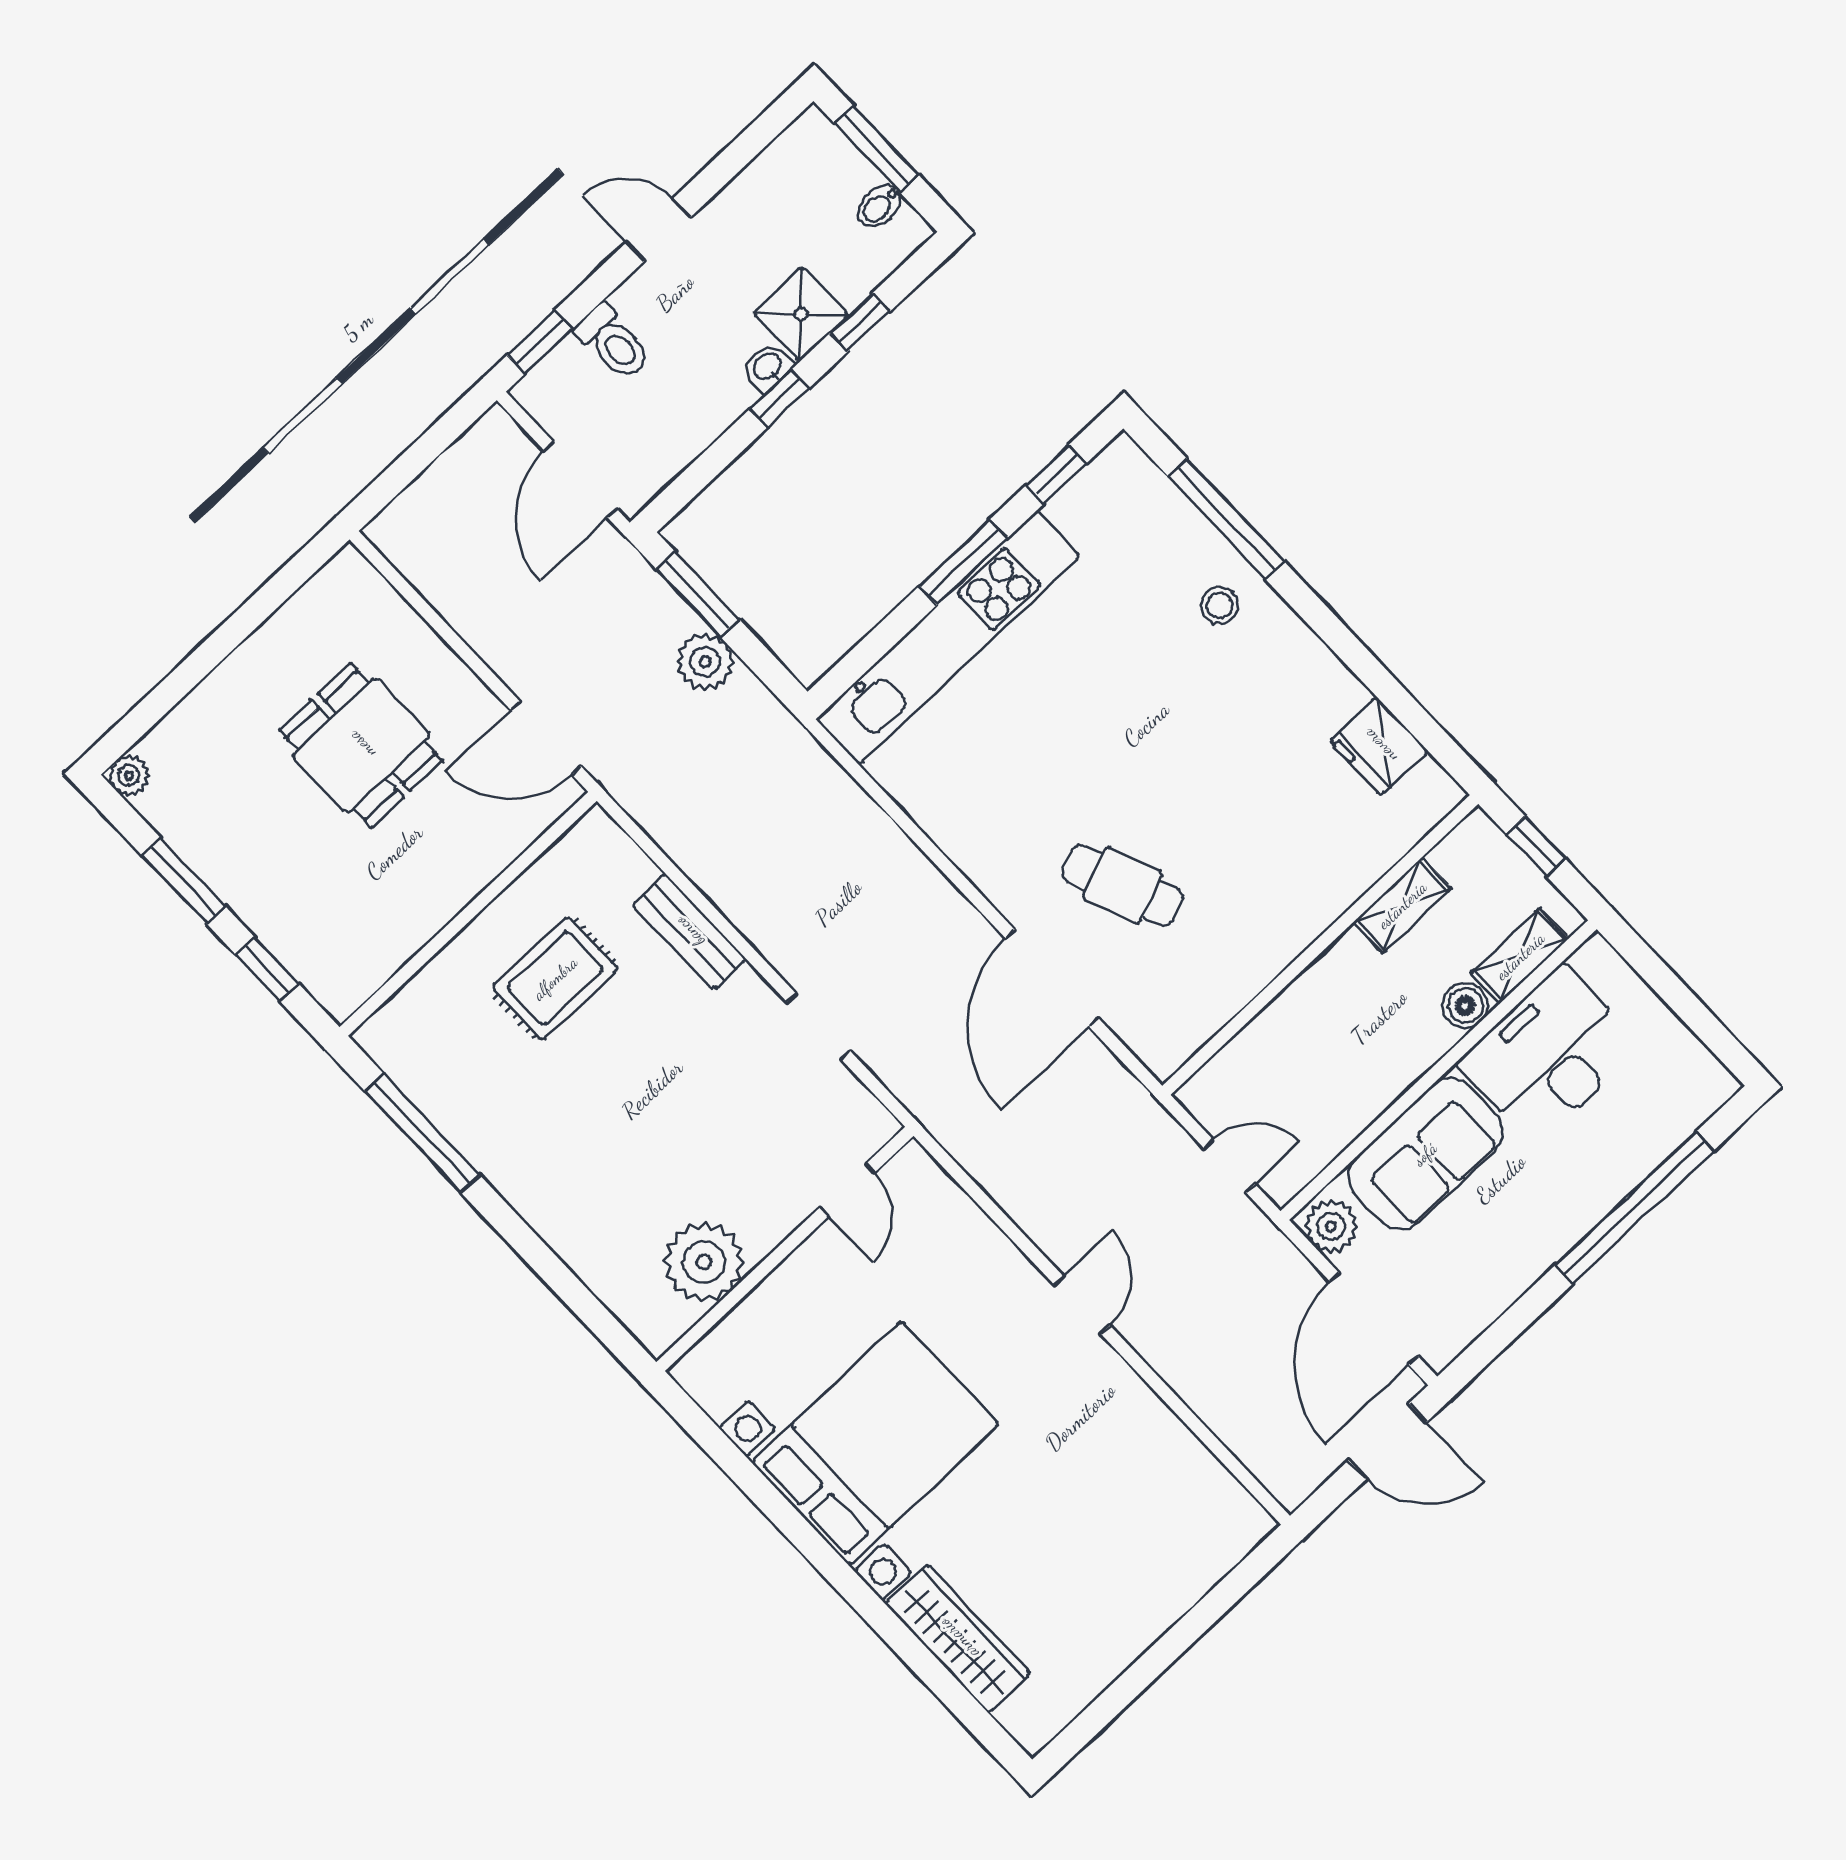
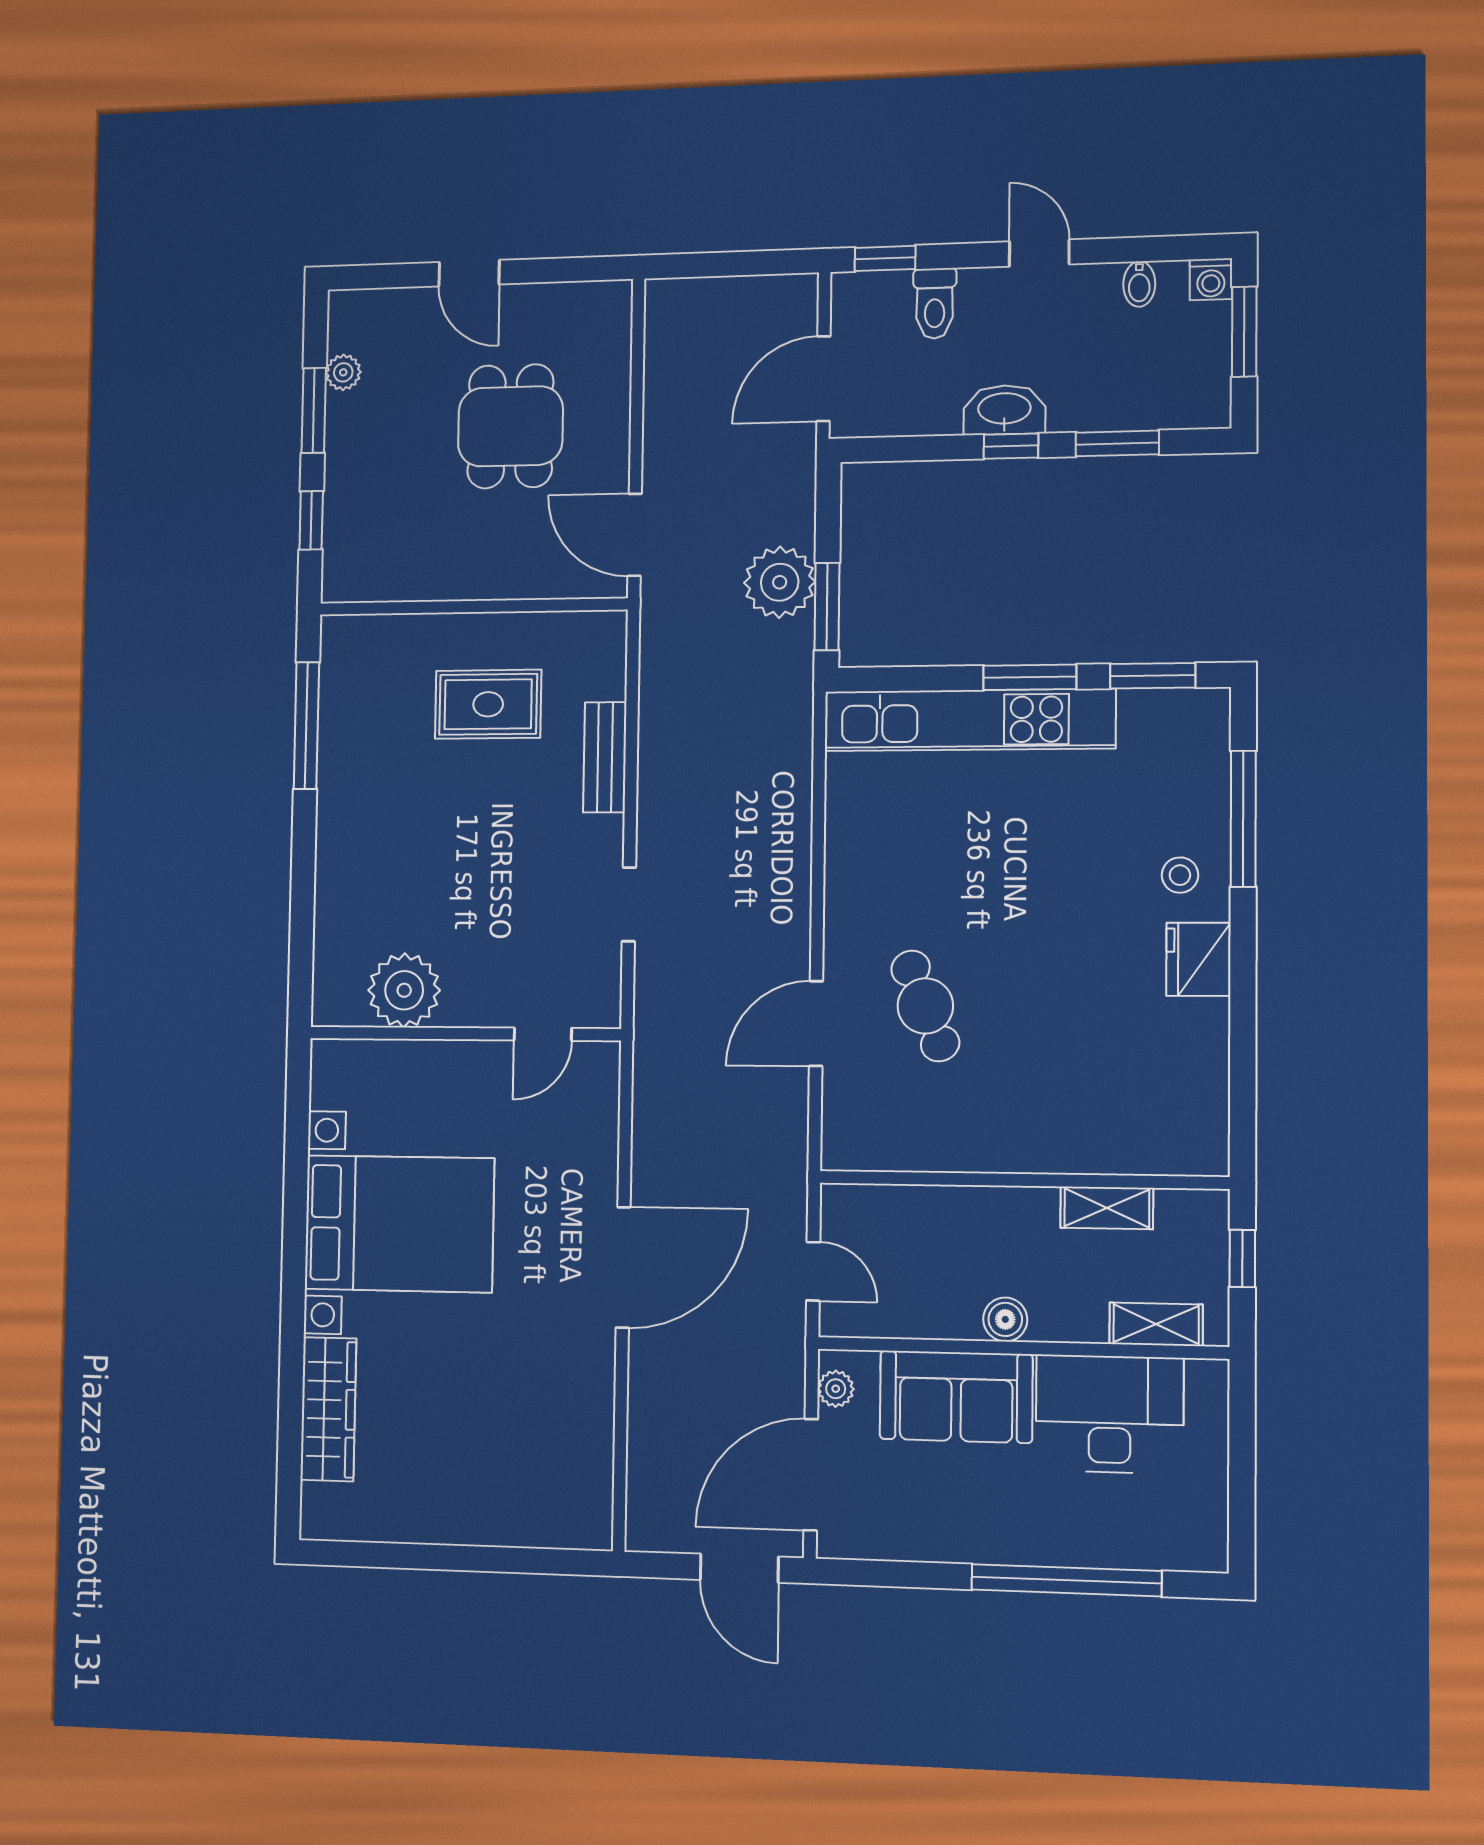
washing machine: (813, 132) -> (1211, 279), added
bidet: (879, 206) -> (1139, 284), moved, turned -90
shower: (801, 314) -> (1082, 400), removed
window: (860, 322) -> (1117, 443), width x1.50
washbasin: (768, 367) -> (1004, 410), width x1.91, depth x1.45
window: (1056, 474) -> (1153, 676), width x1.50
window: (698, 594) -> (827, 607), moved
door: (208, 656) -> (469, 273), added
plant: (705, 662) -> (780, 582), width x1.36, depth x1.36
fridge: (1379, 746) -> (1198, 959), moved
plant: (129, 775) -> (343, 372), moved
door: (1052, 978) -> (816, 1024), width x0.73
boiler: (1465, 1006) -> (1005, 1319), moved
plant: (1331, 1226) -> (836, 1389), width x0.73, depth x0.73
door: (1082, 1305) -> (623, 1267), width x1.87

